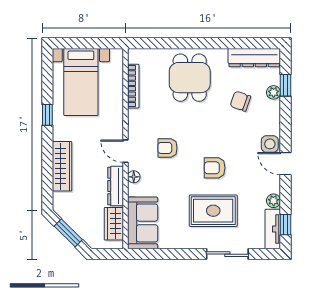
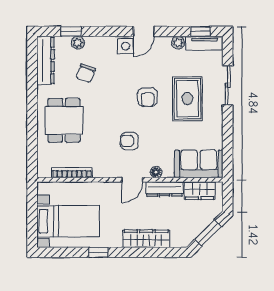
dining table: (190, 78) -> (64, 120), turned 90
armchair: (167, 148) -> (129, 141), turned 90

